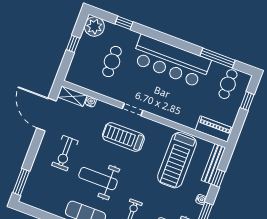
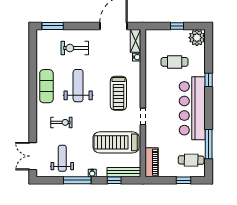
window: (124, 23) -> (209, 80), moved
doorway: (133, 110) -> (143, 116), moved
treadmill: (123, 137) -> (118, 93), turned 180
exercise bike: (65, 153) -> (75, 48), moved

